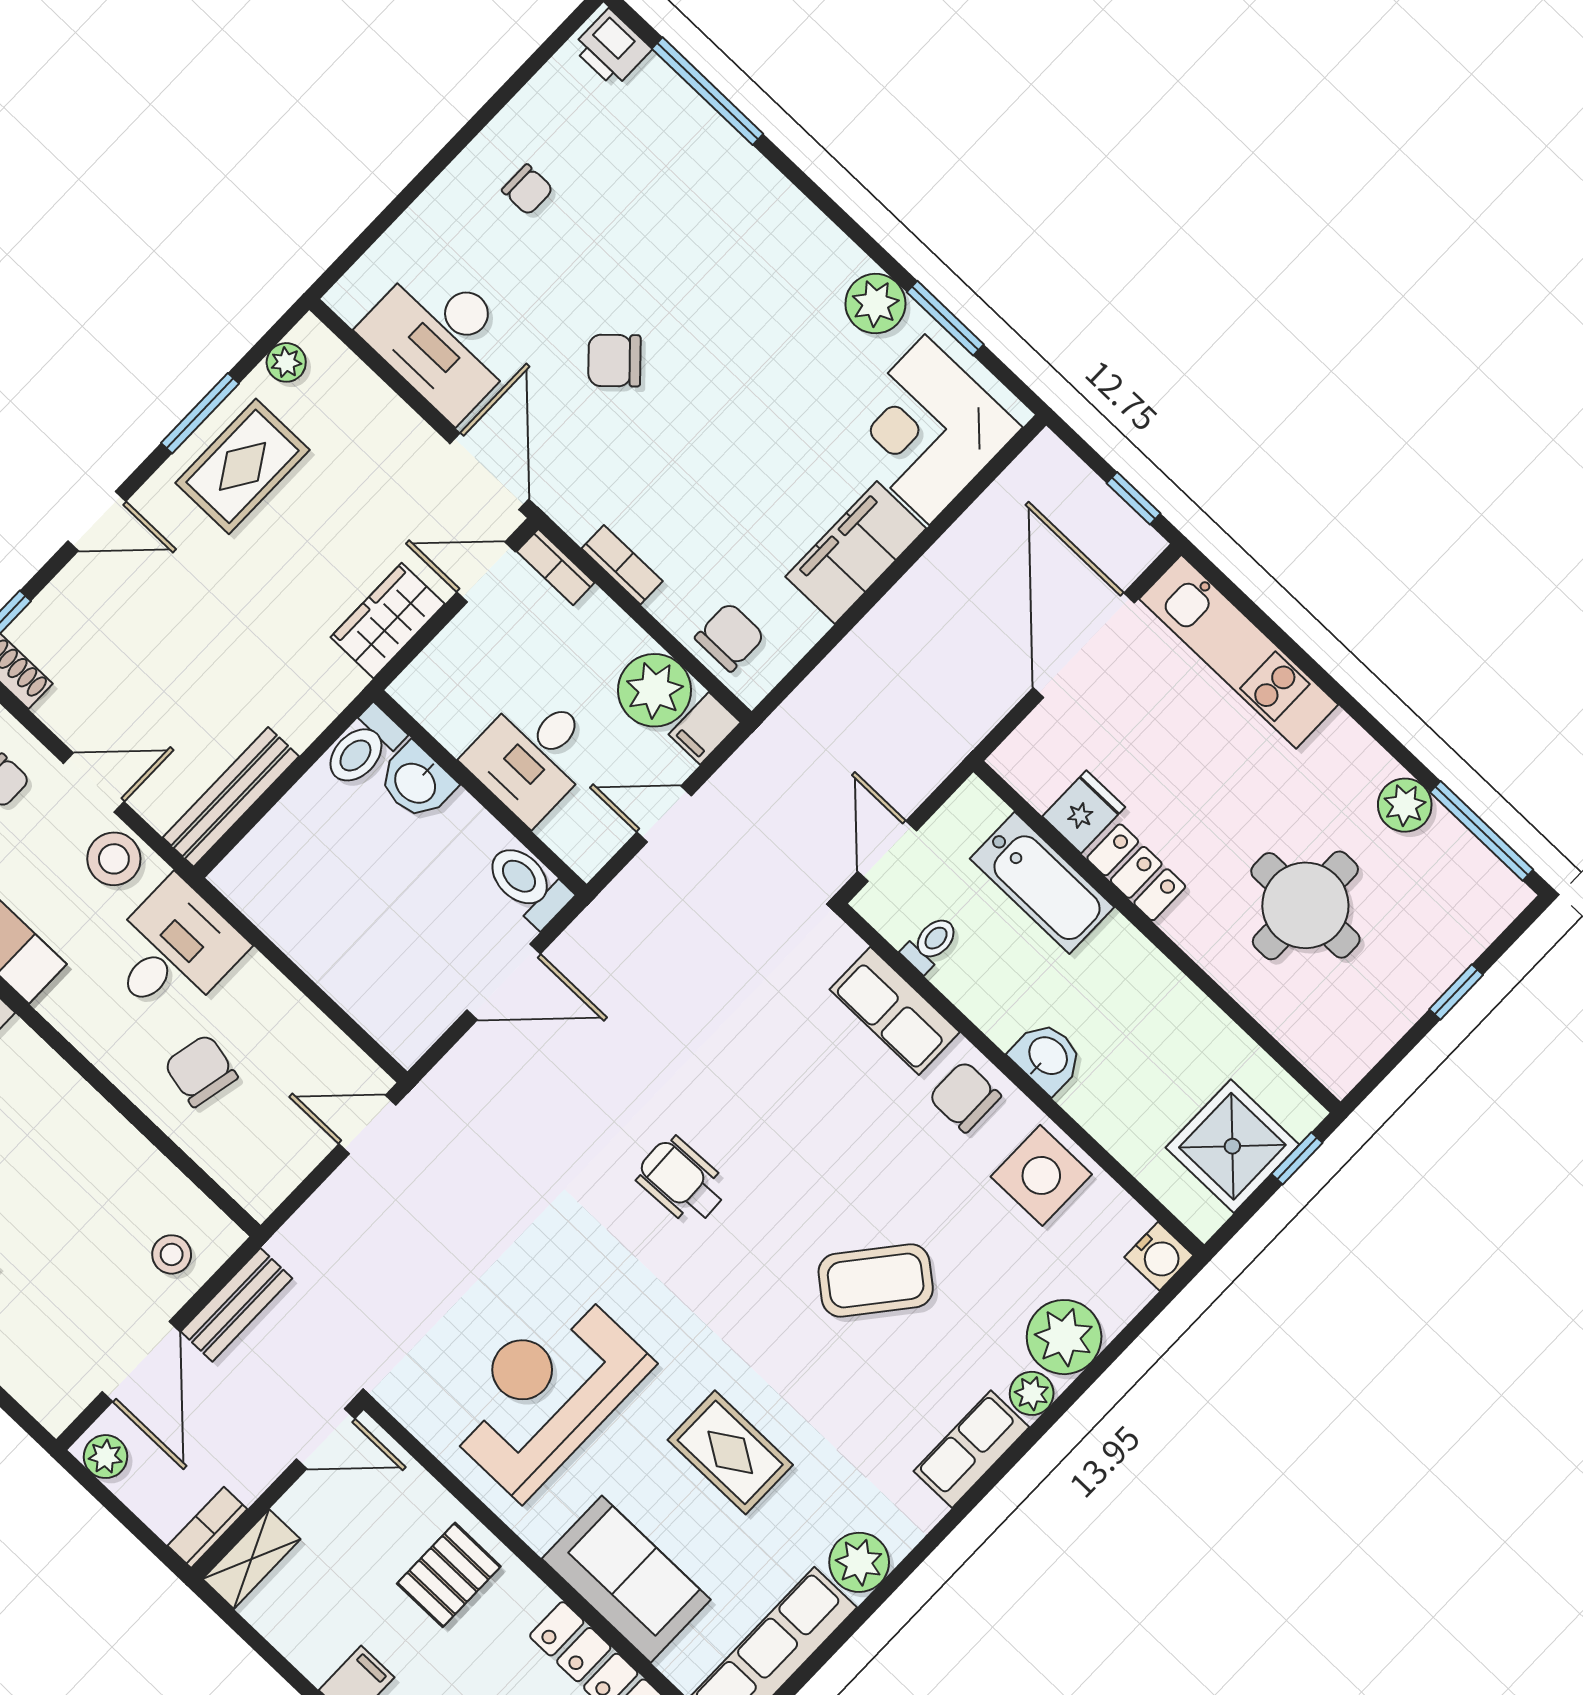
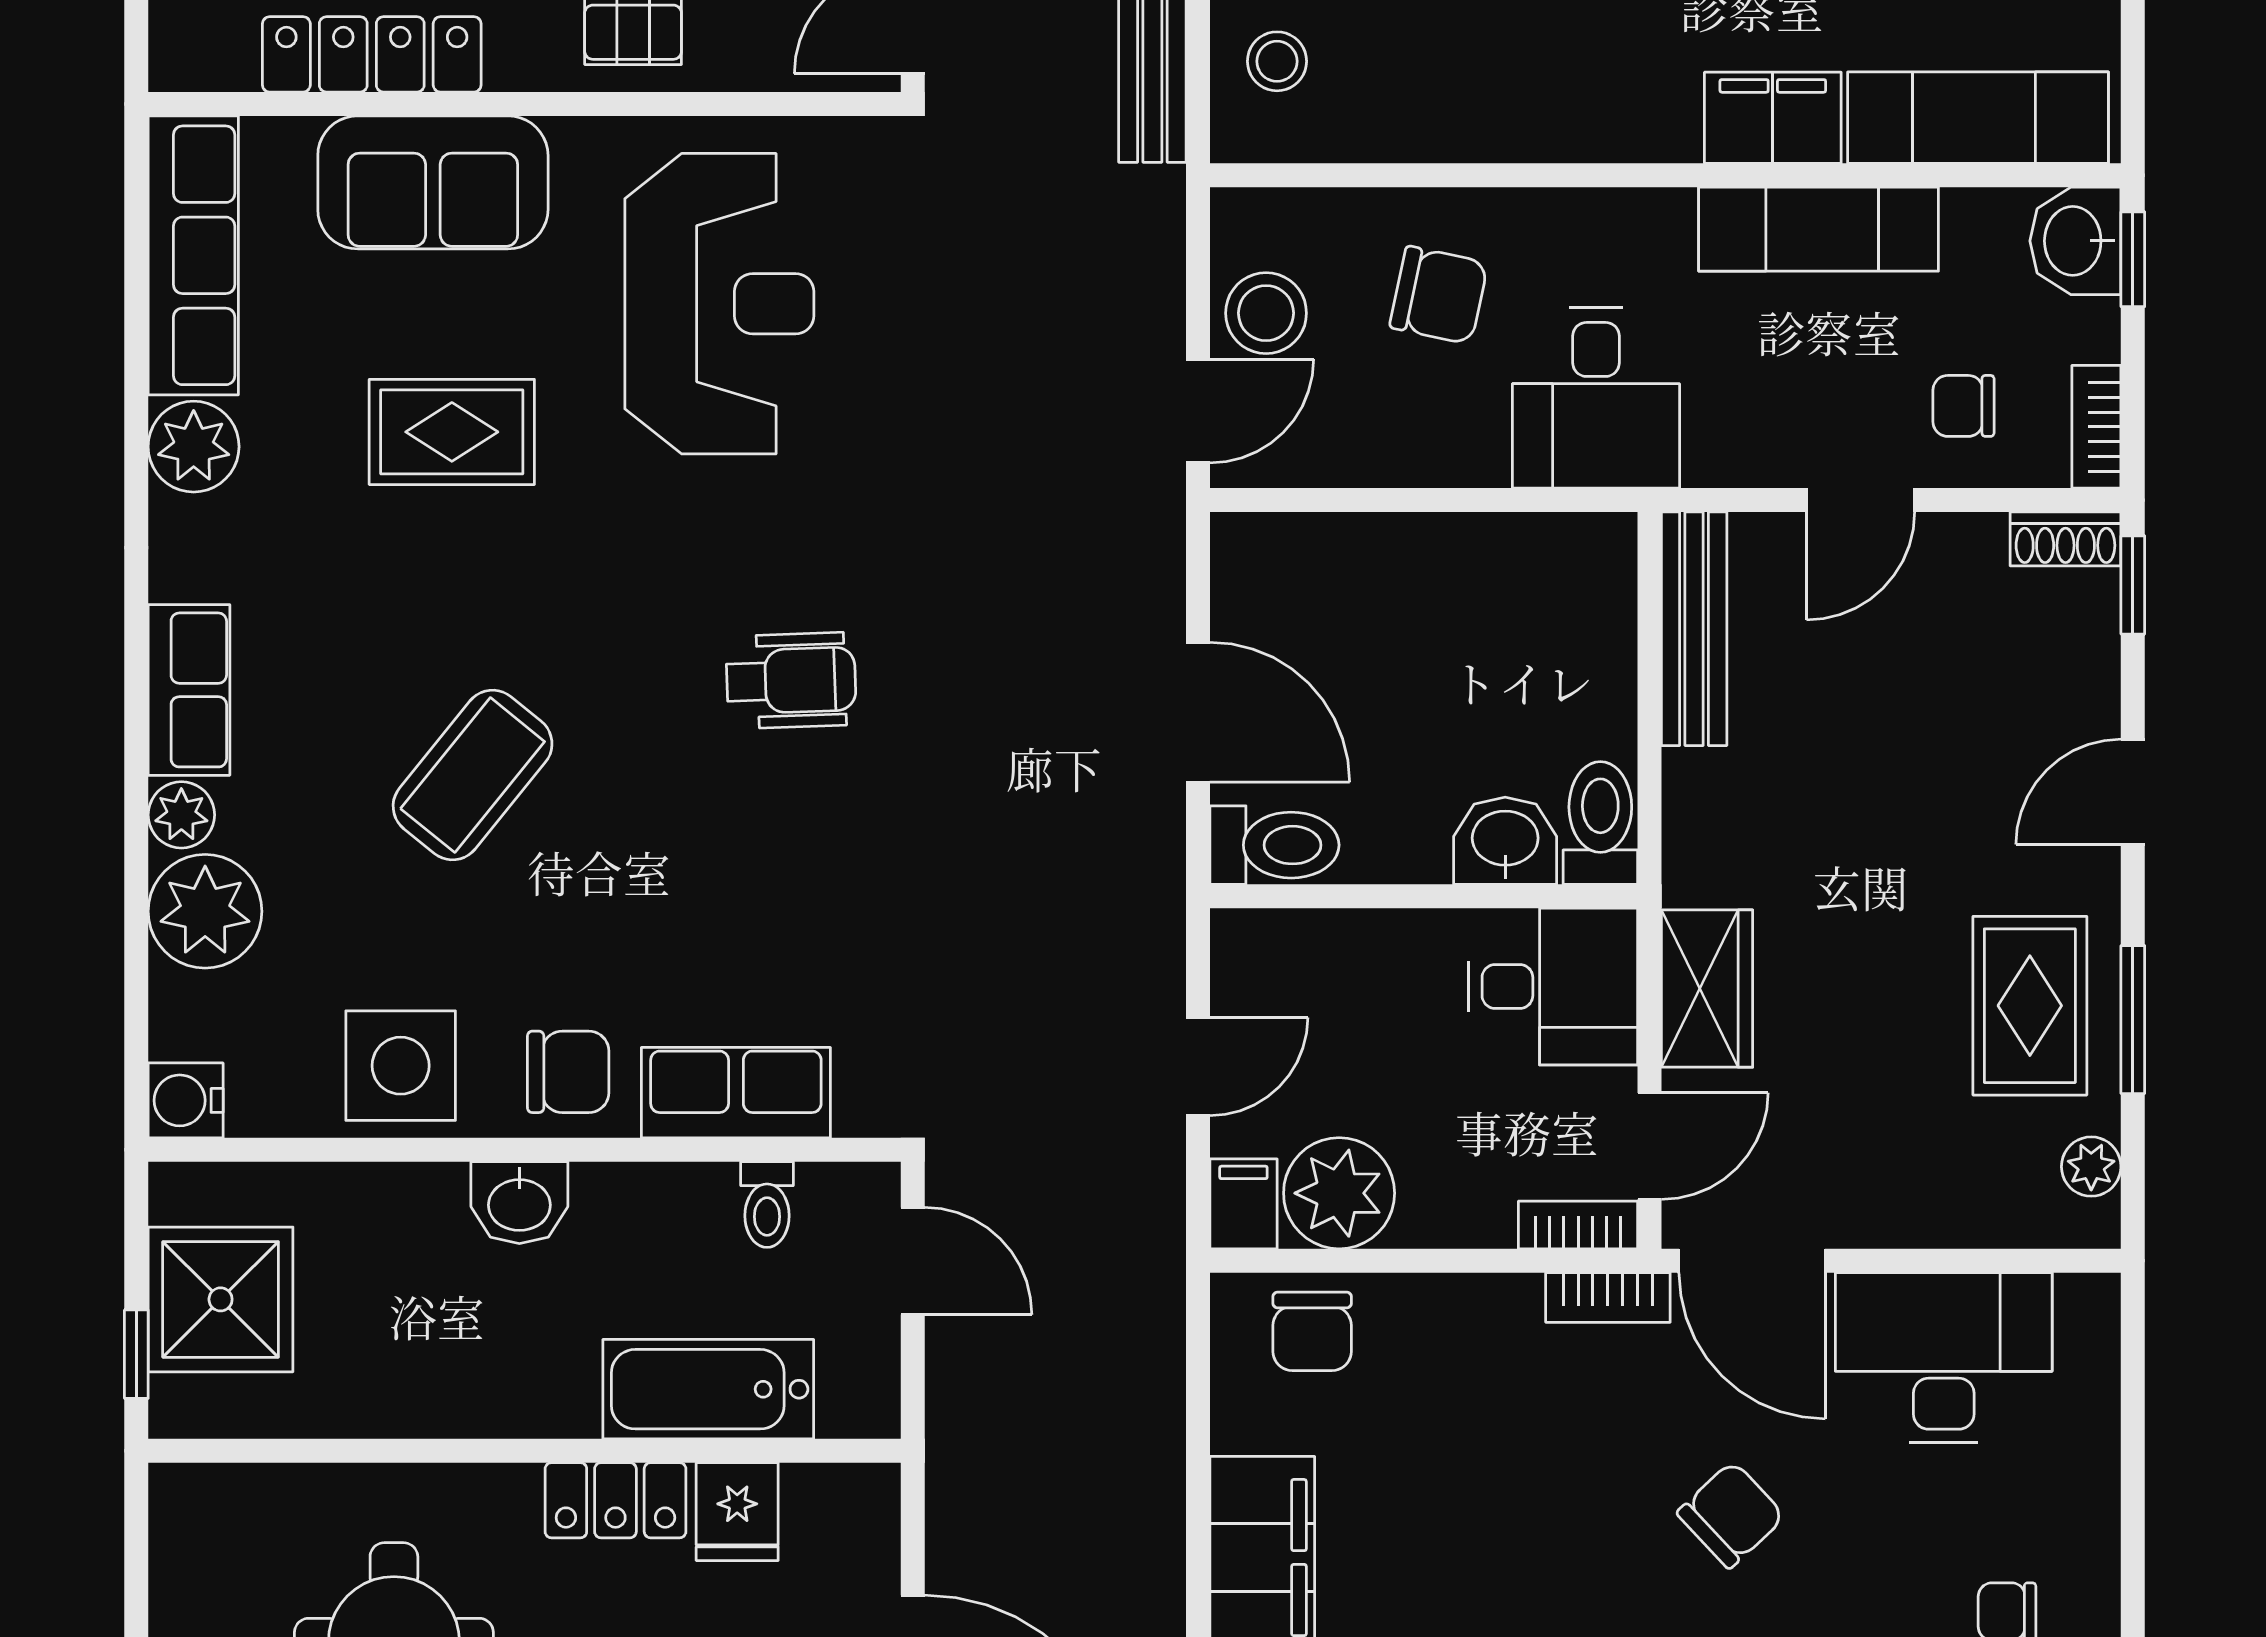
bookcase: (622, 565) -> (1608, 1297), moved
desk: (532, 755) -> (1553, 986), moved, turned 90
stool: (114, 859) -> (1266, 313), moved
door: (504, 982) -> (1198, 712), swing flipped

